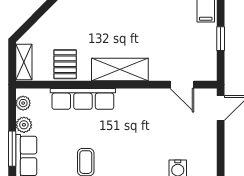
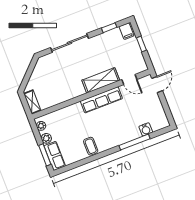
pallet: (65, 64) -> (57, 94), removed
shelving: (120, 69) -> (101, 80), moved
row of seats: (83, 99) -> (101, 100), moved

